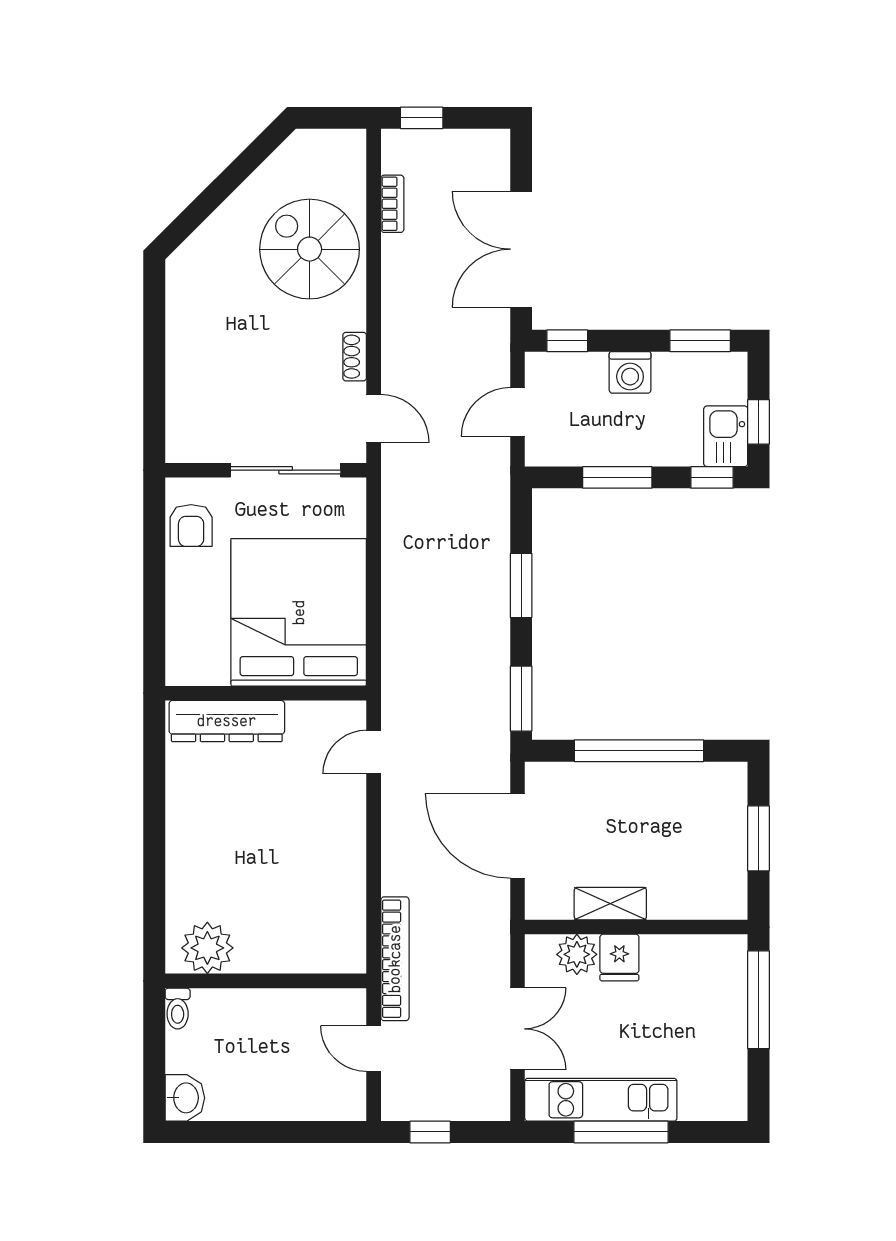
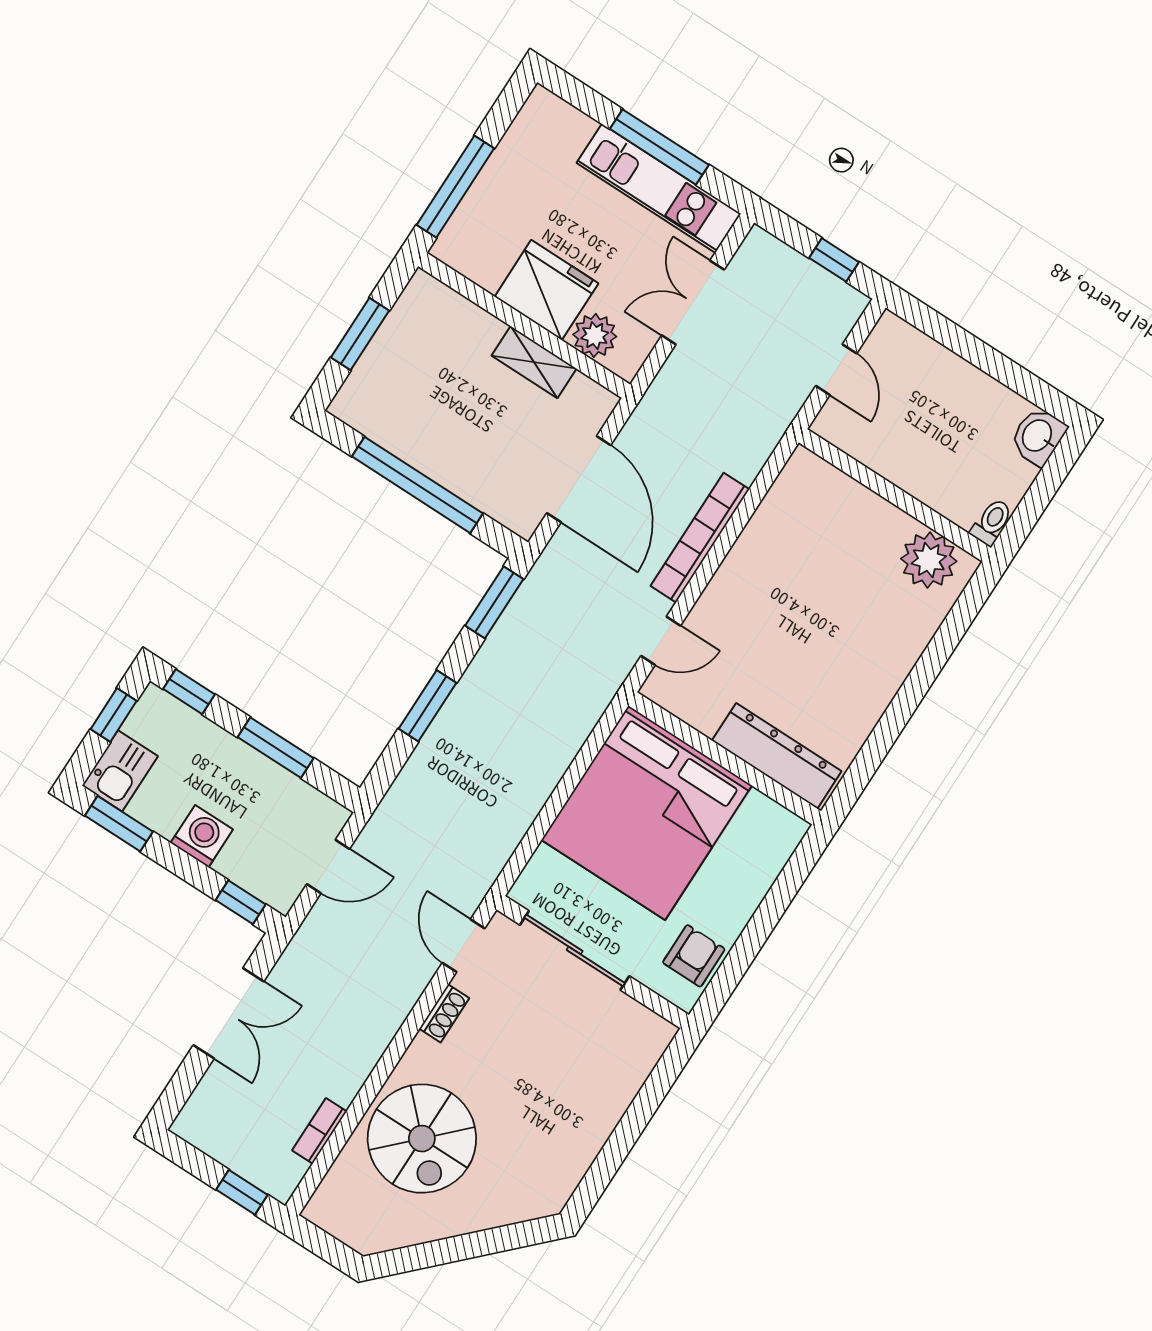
double door: (521, 249) -> (229, 1013), width x0.73
kitchen sink: (726, 436) -> (120, 771), moved
fridge: (619, 957) -> (546, 290), width x1.88, depth x1.34
bookcase: (395, 959) -> (700, 538), moved

